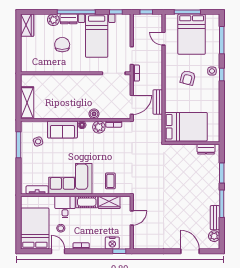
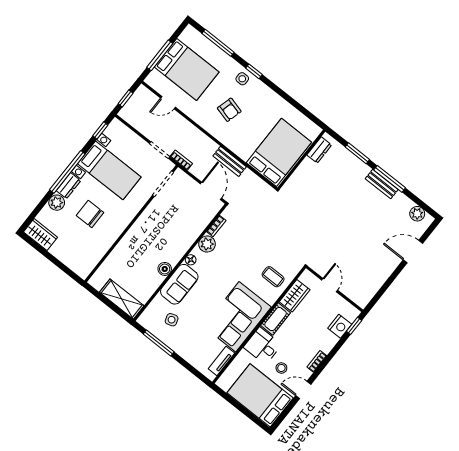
boiler: (94, 114) -> (165, 269), moved
bench: (215, 218) -> (382, 184), moved

